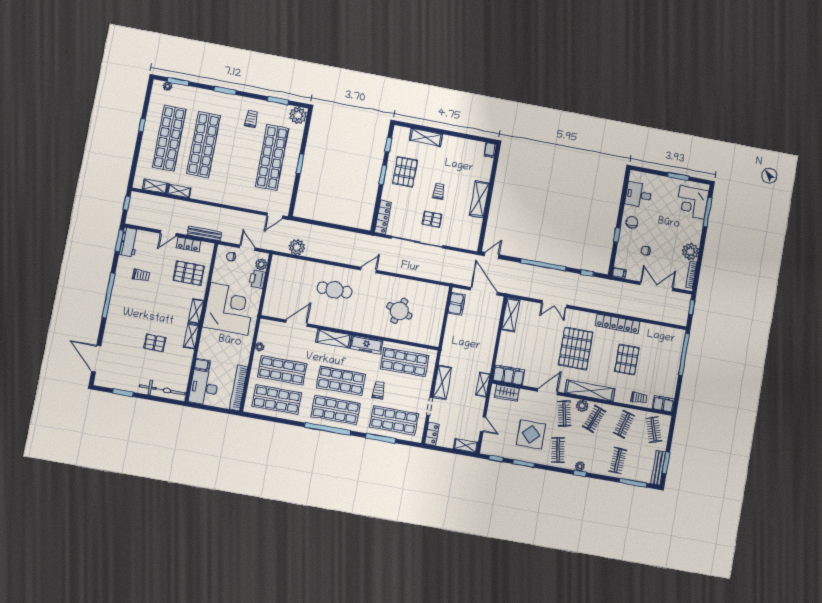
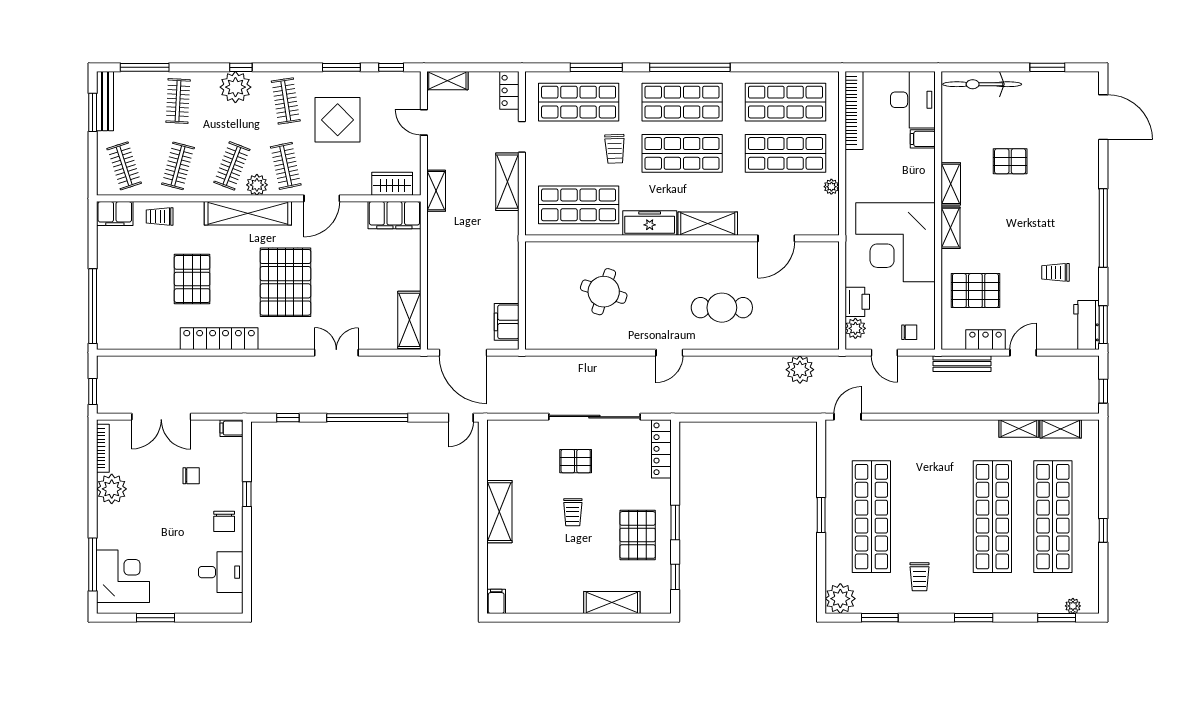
plant: (580, 466) -> (235, 87), width x1.88, depth x1.88

